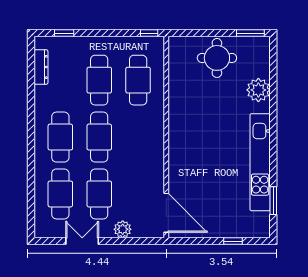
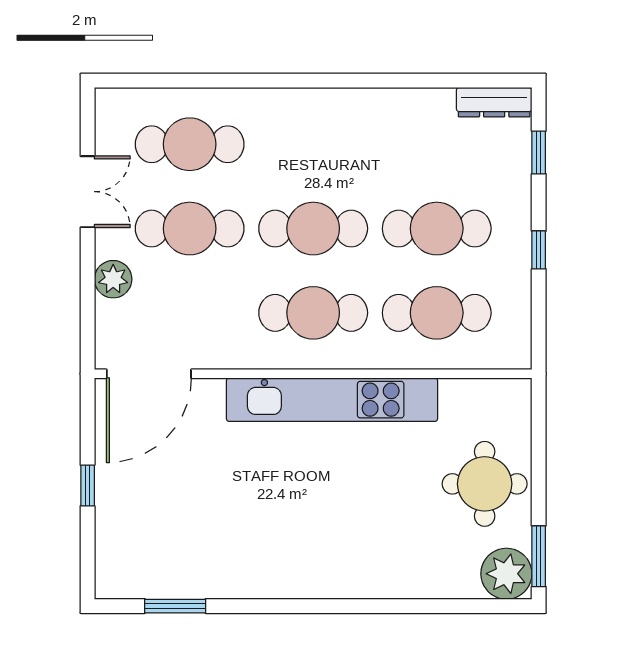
window: (149, 33) -> (539, 250), moved
dresser: (41, 67) -> (494, 102), moved
plant: (258, 90) -> (506, 574), moved
cafe table: (60, 137) -> (313, 313), moved
kitchen unit: (260, 162) -> (332, 400), moved, turned 180
window: (233, 241) -> (88, 485), moved

